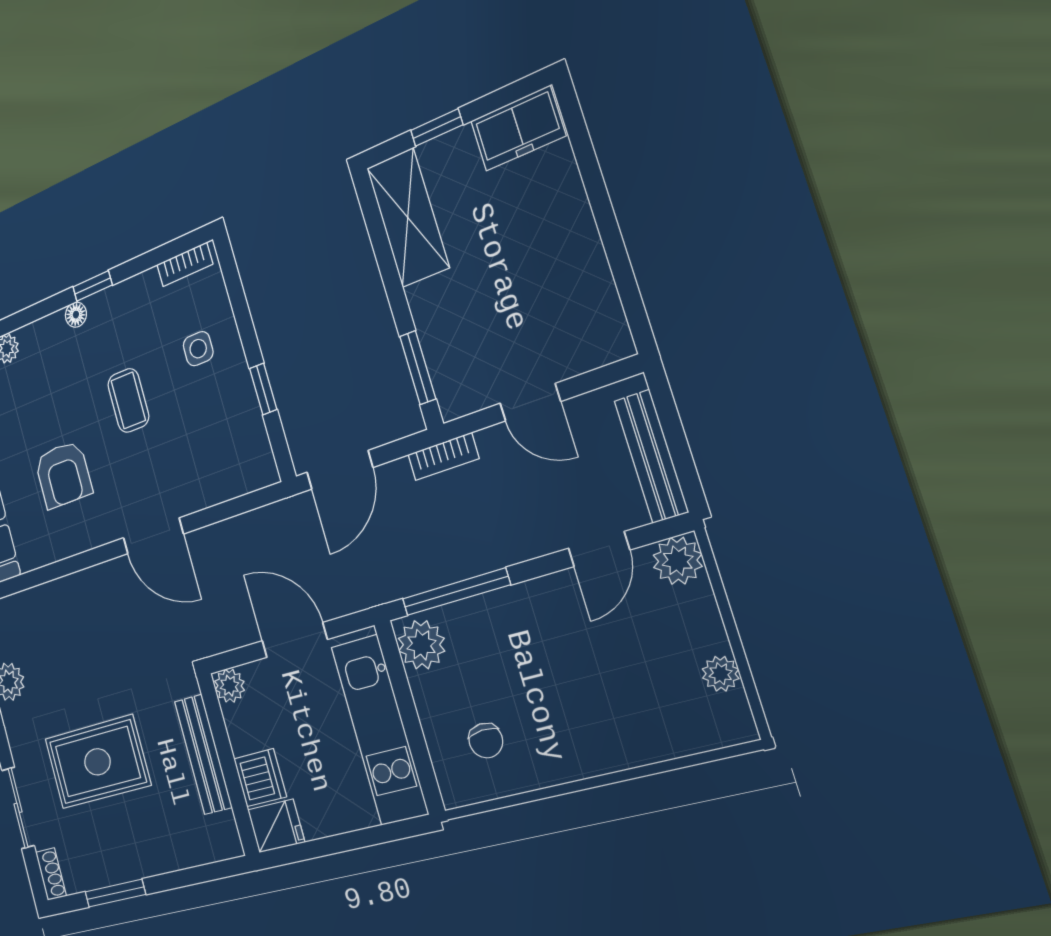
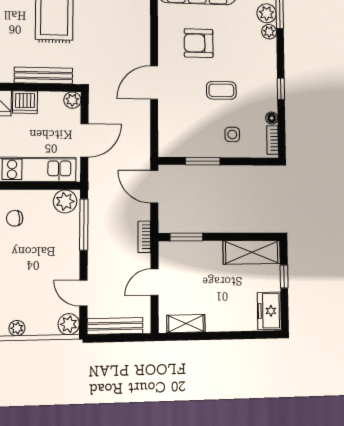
shelving: (600, 301) -> (186, 324), added
floor lamp: (76, 315) -> (272, 118), moved
window: (263, 389) -> (203, 161), width x1.50

